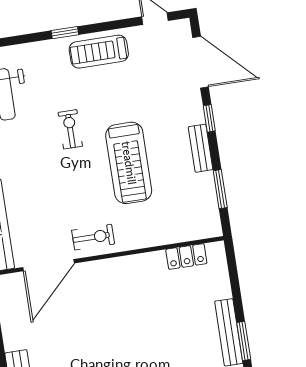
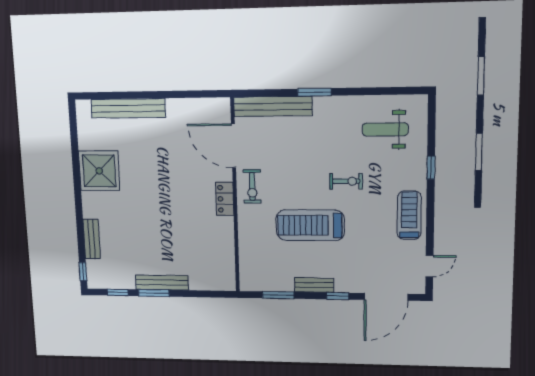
window: (65, 33) -> (431, 168), moved
locker: (186, 256) -> (225, 199), moved

